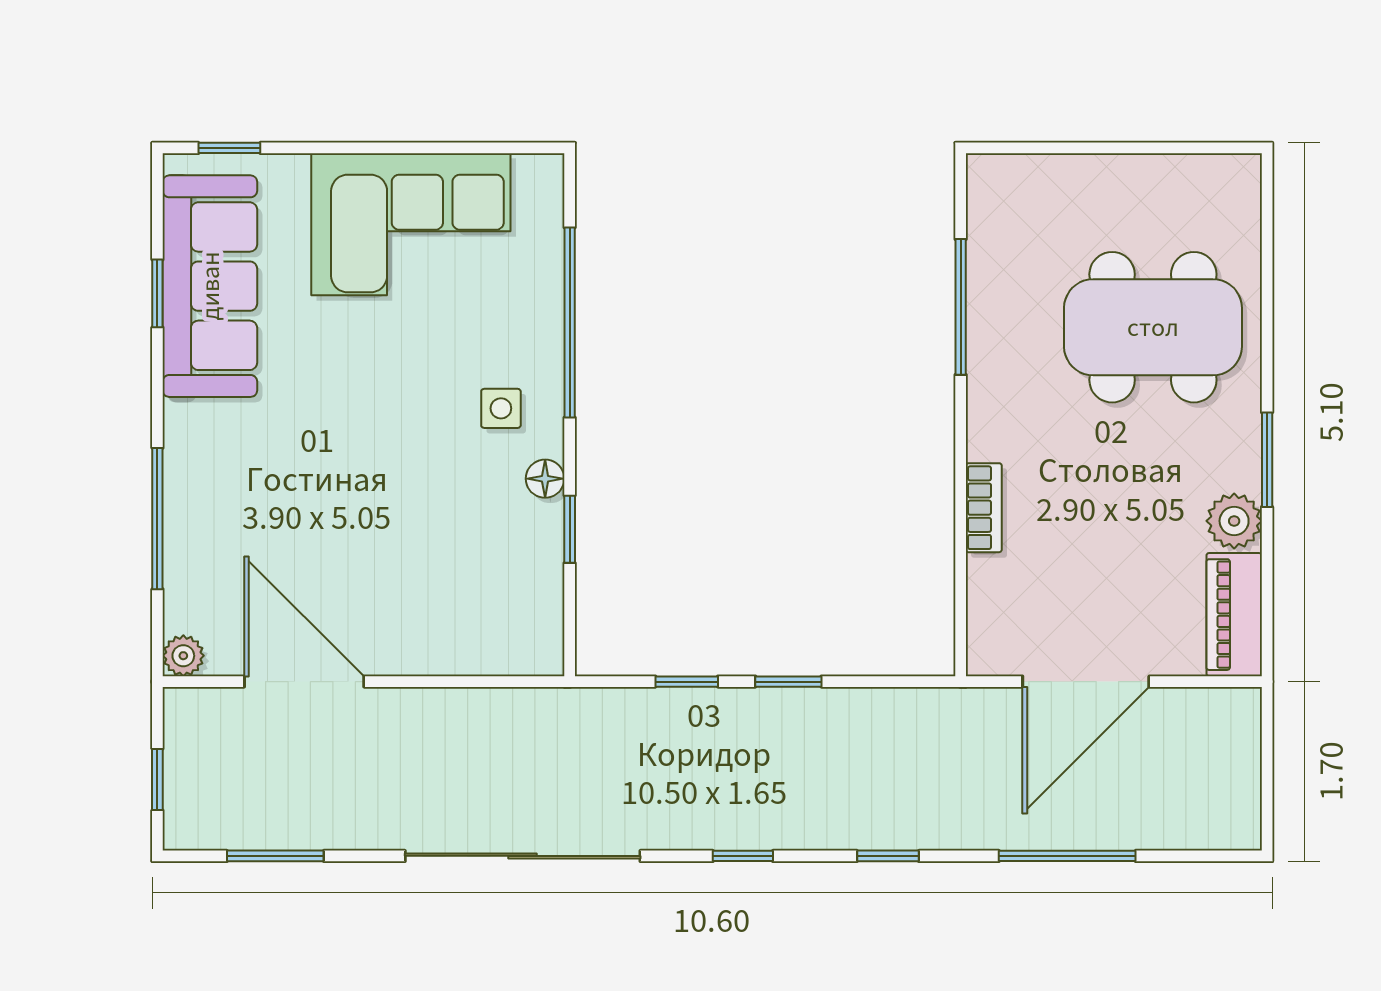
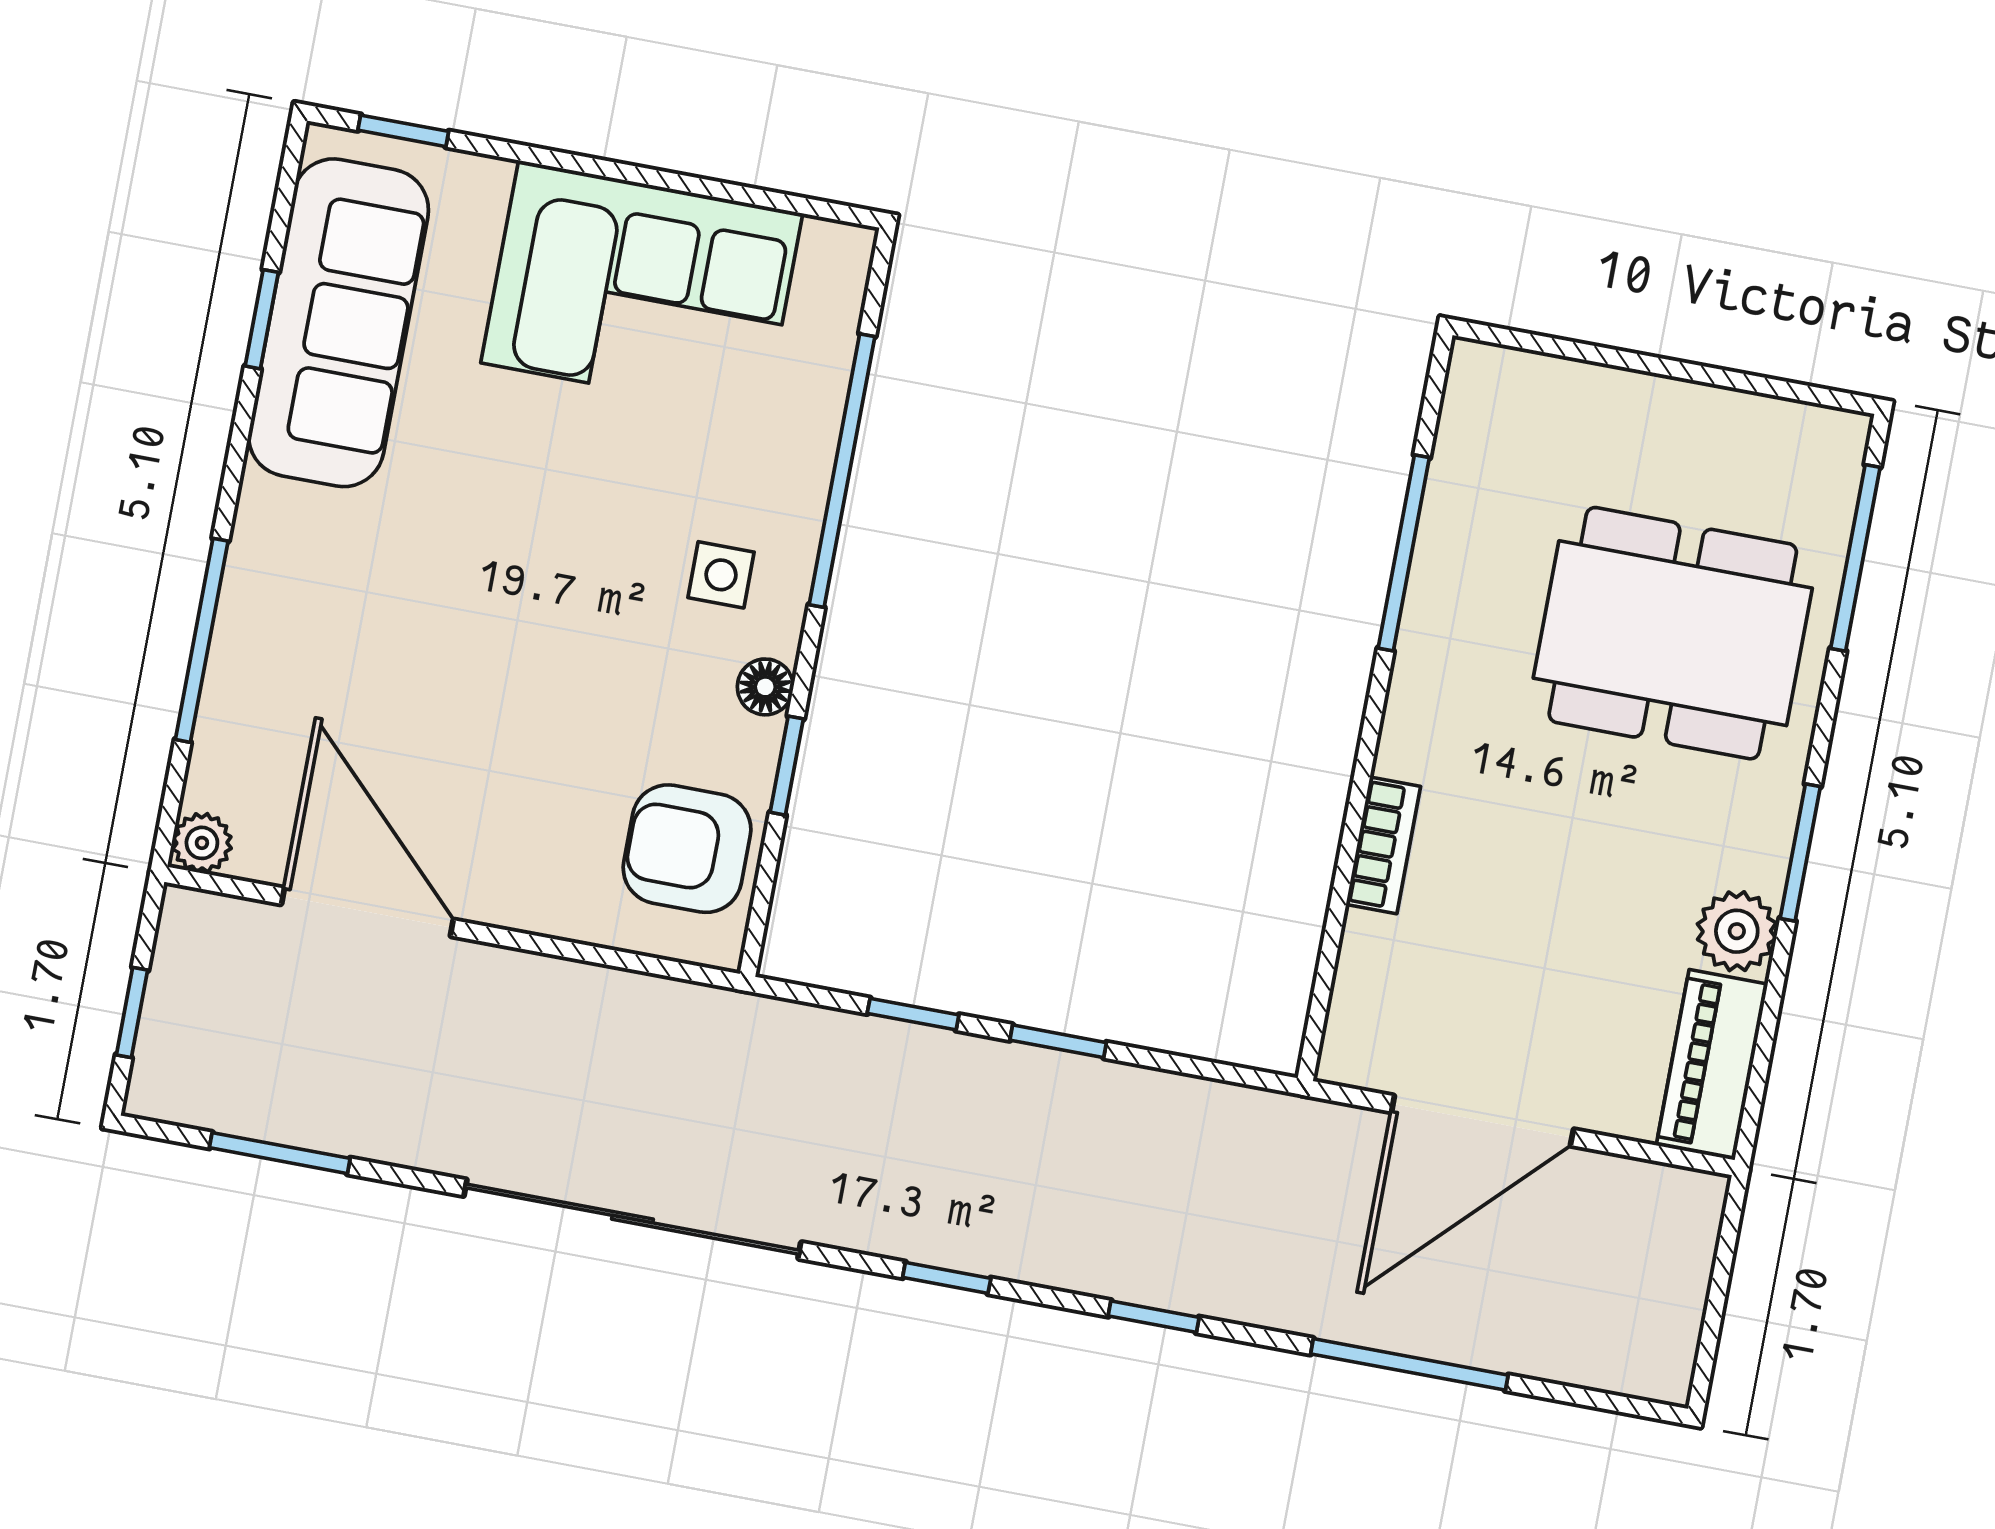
window: (1267, 253) -> (1855, 558), added
armchair: (513, 598) -> (687, 849), added

